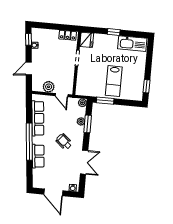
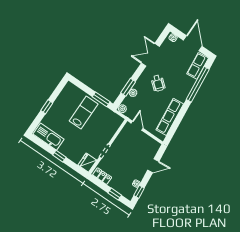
window: (48, 26) -> (115, 194), added
window: (146, 86) -> (47, 107), moved
plant: (49, 87) -> (145, 140), removed
window: (29, 142) -> (198, 84), moved
row of seats: (38, 156) -> (198, 66), moved

